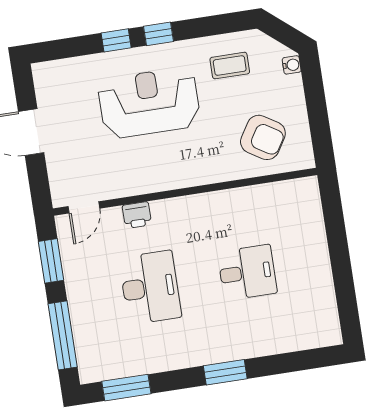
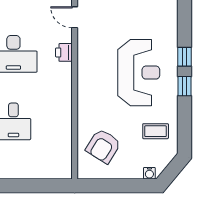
coffee table: (230, 66) -> (156, 131), turned 90

